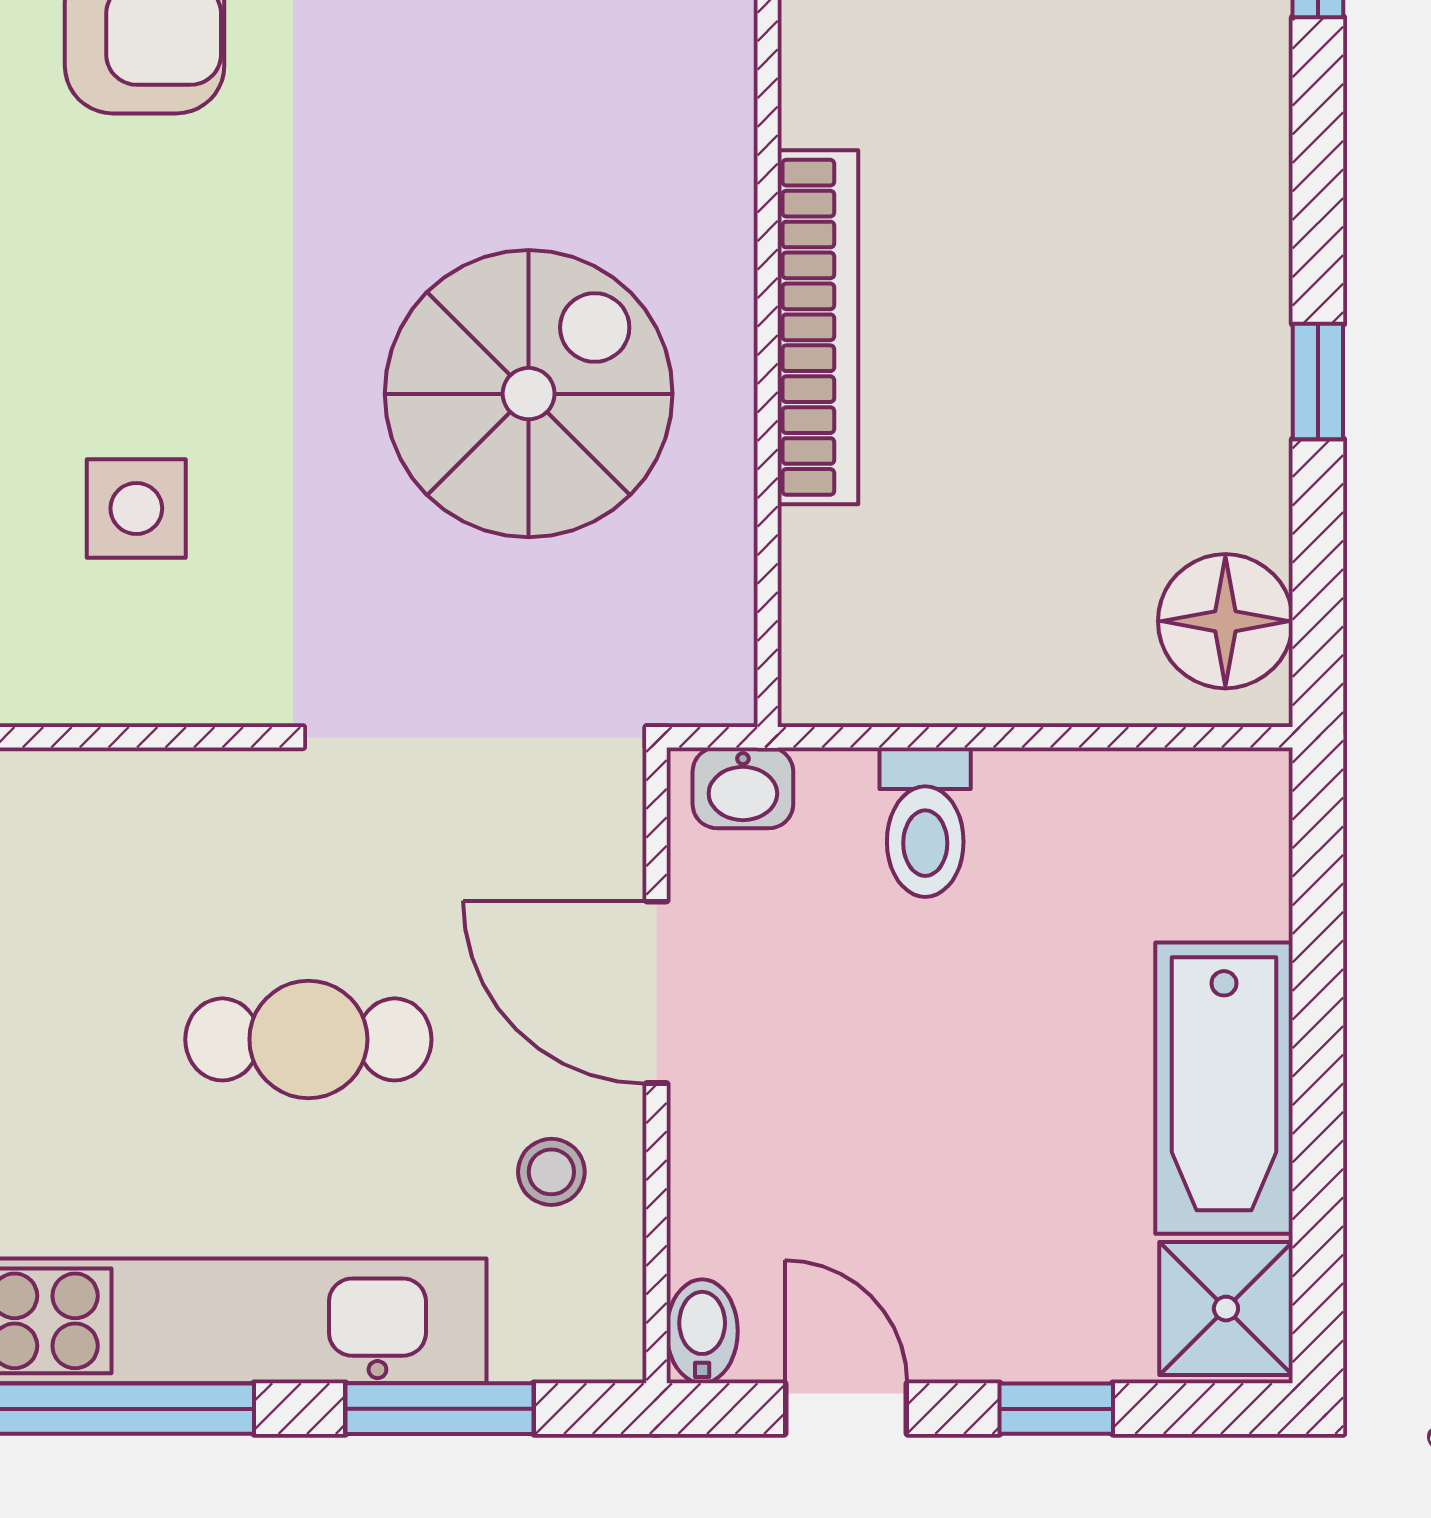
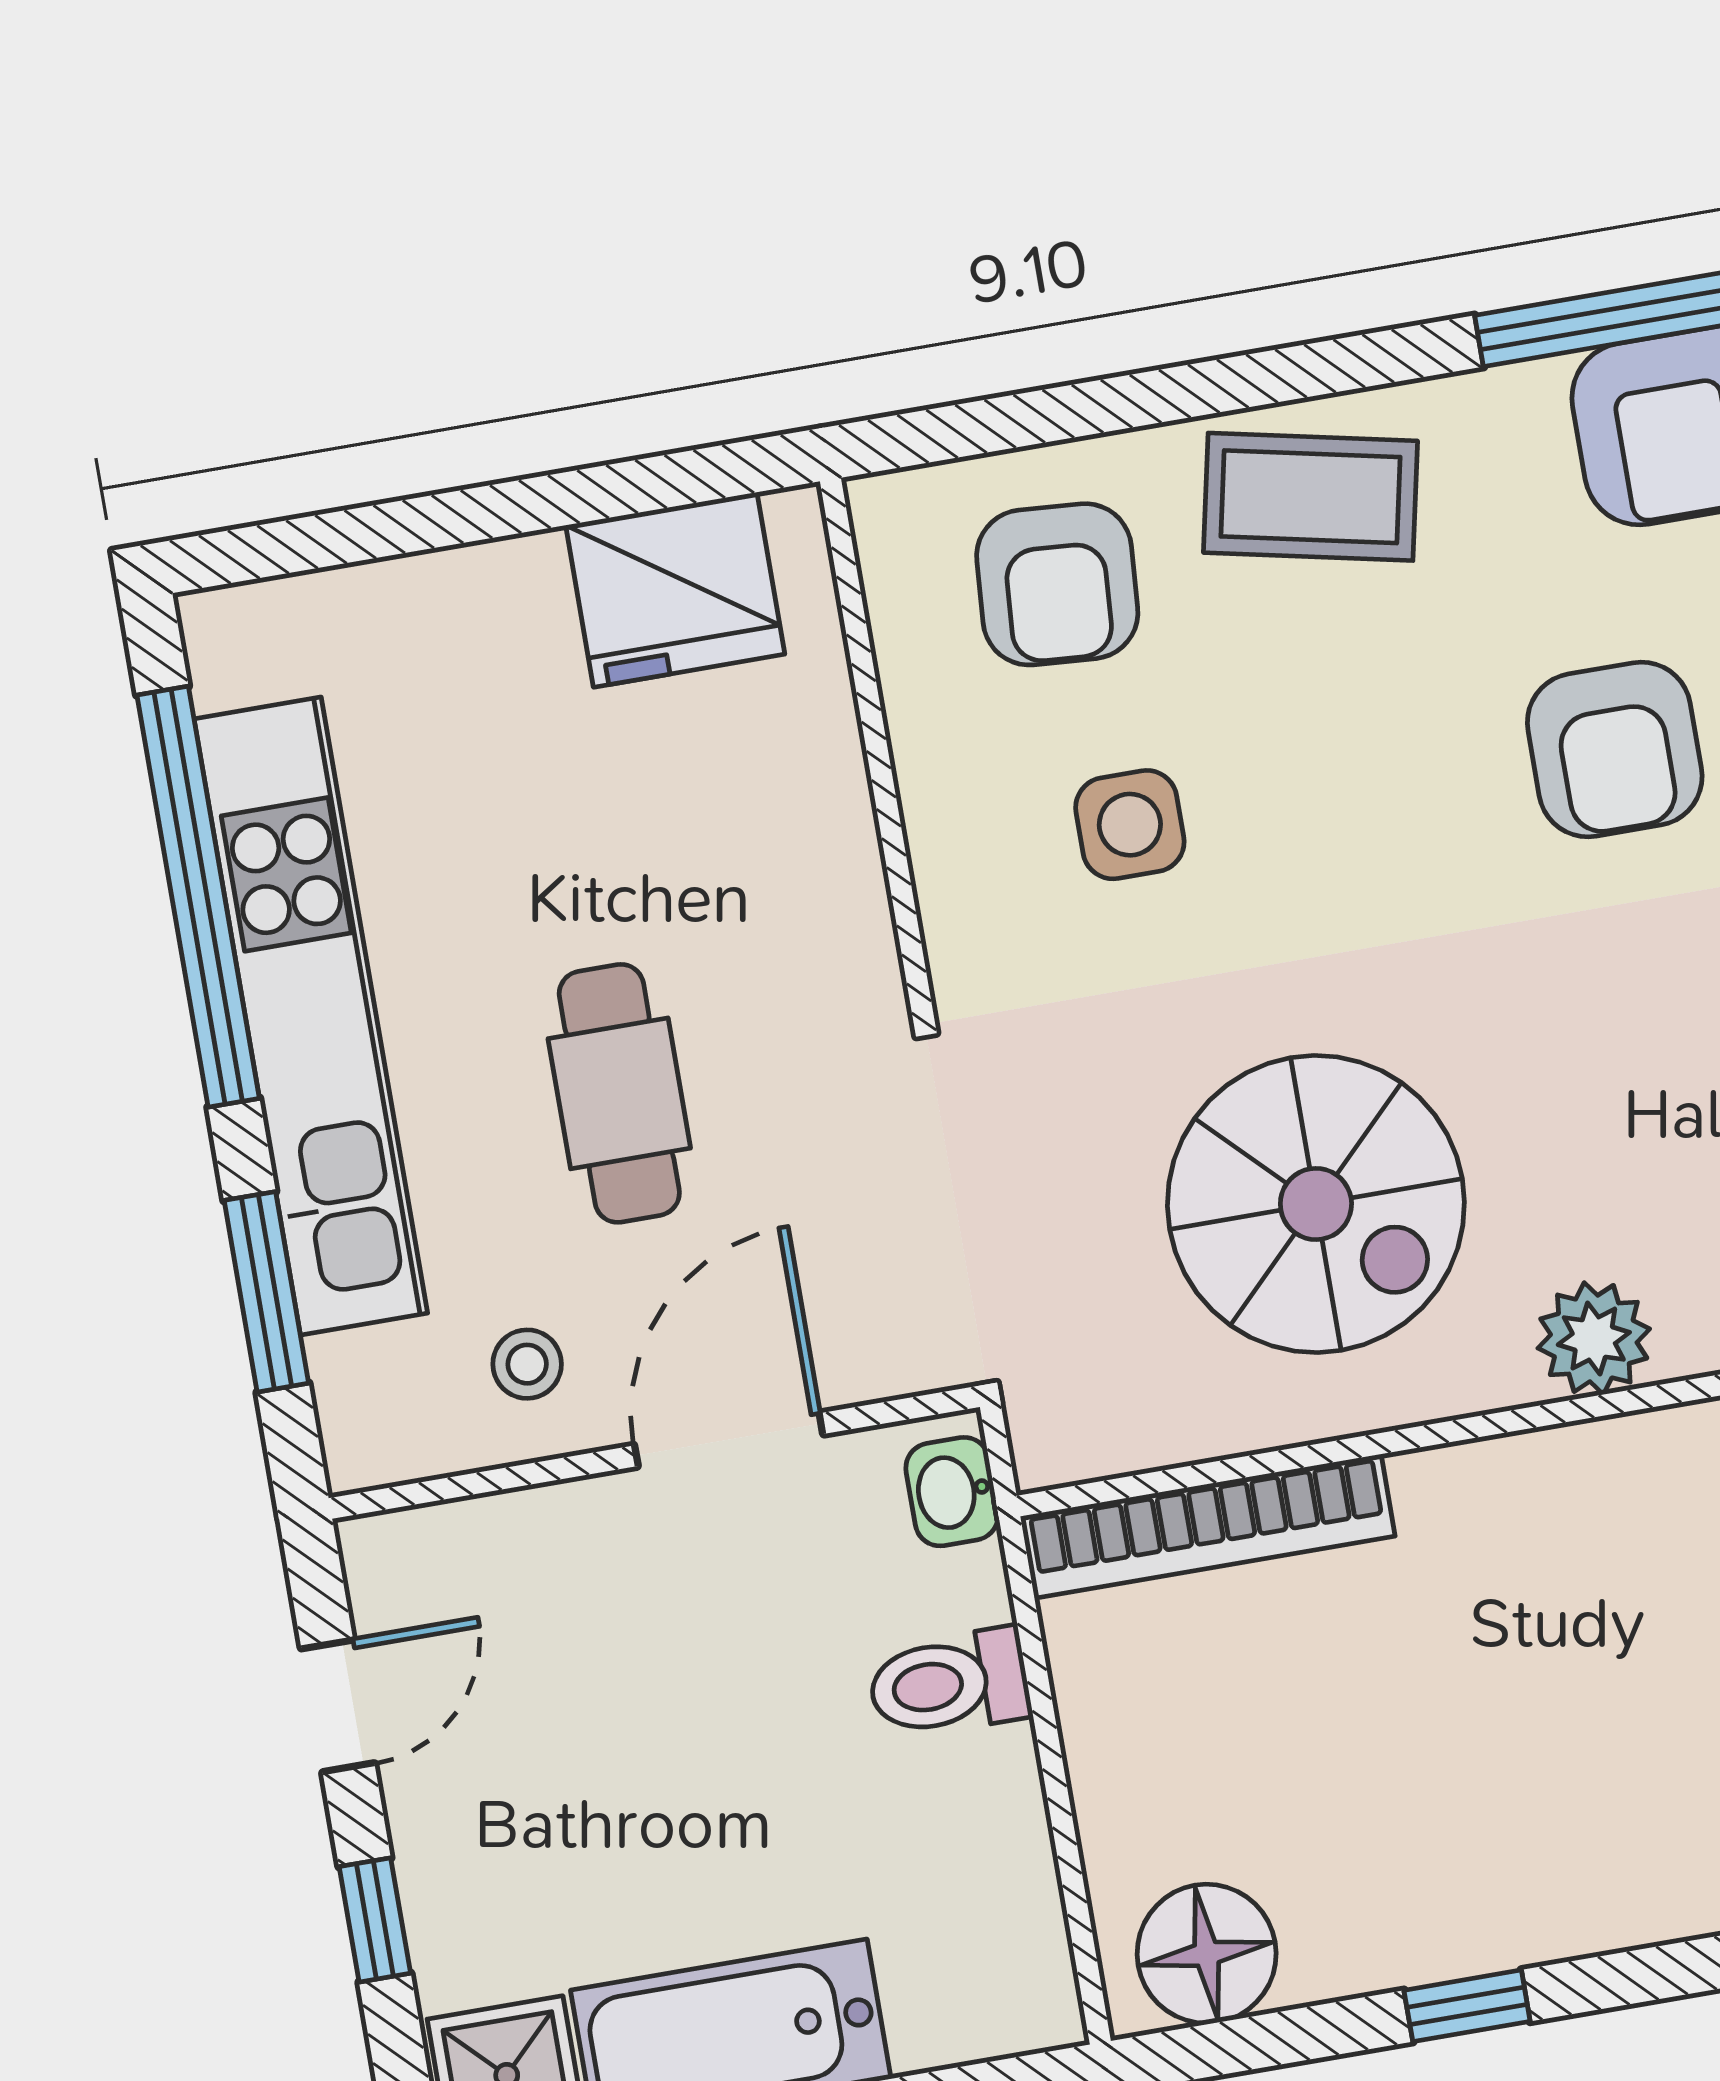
plant: (703, 151) -> (1594, 1338), added
bookcase: (818, 327) -> (1208, 1526), moved
bidet: (702, 1331) -> (391, 1546), removed

